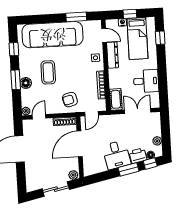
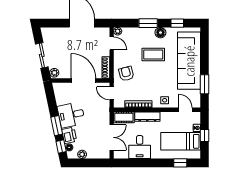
door: (104, 35) -> (185, 110), swing flipped
dresser: (112, 55) -> (147, 117), moved
floor lamp: (26, 83) -> (160, 33), moved

